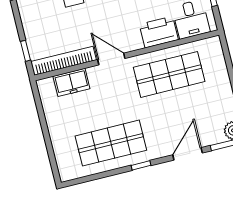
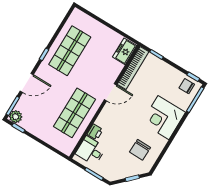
printer: (159, 32) -> (95, 132), width x0.53, depth x0.68
freezer: (71, 82) -> (125, 51), moved
door: (188, 154) -> (27, 83), hinge flipped

